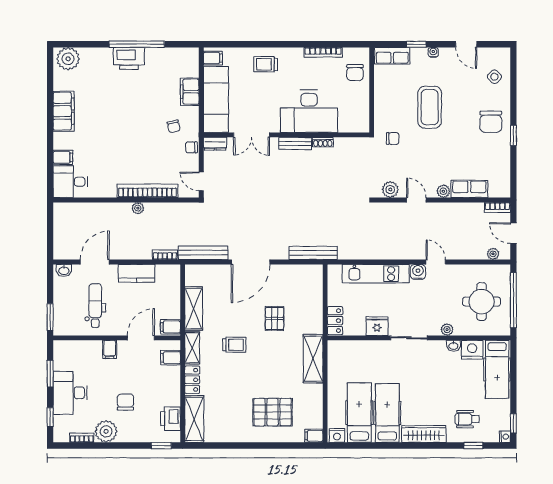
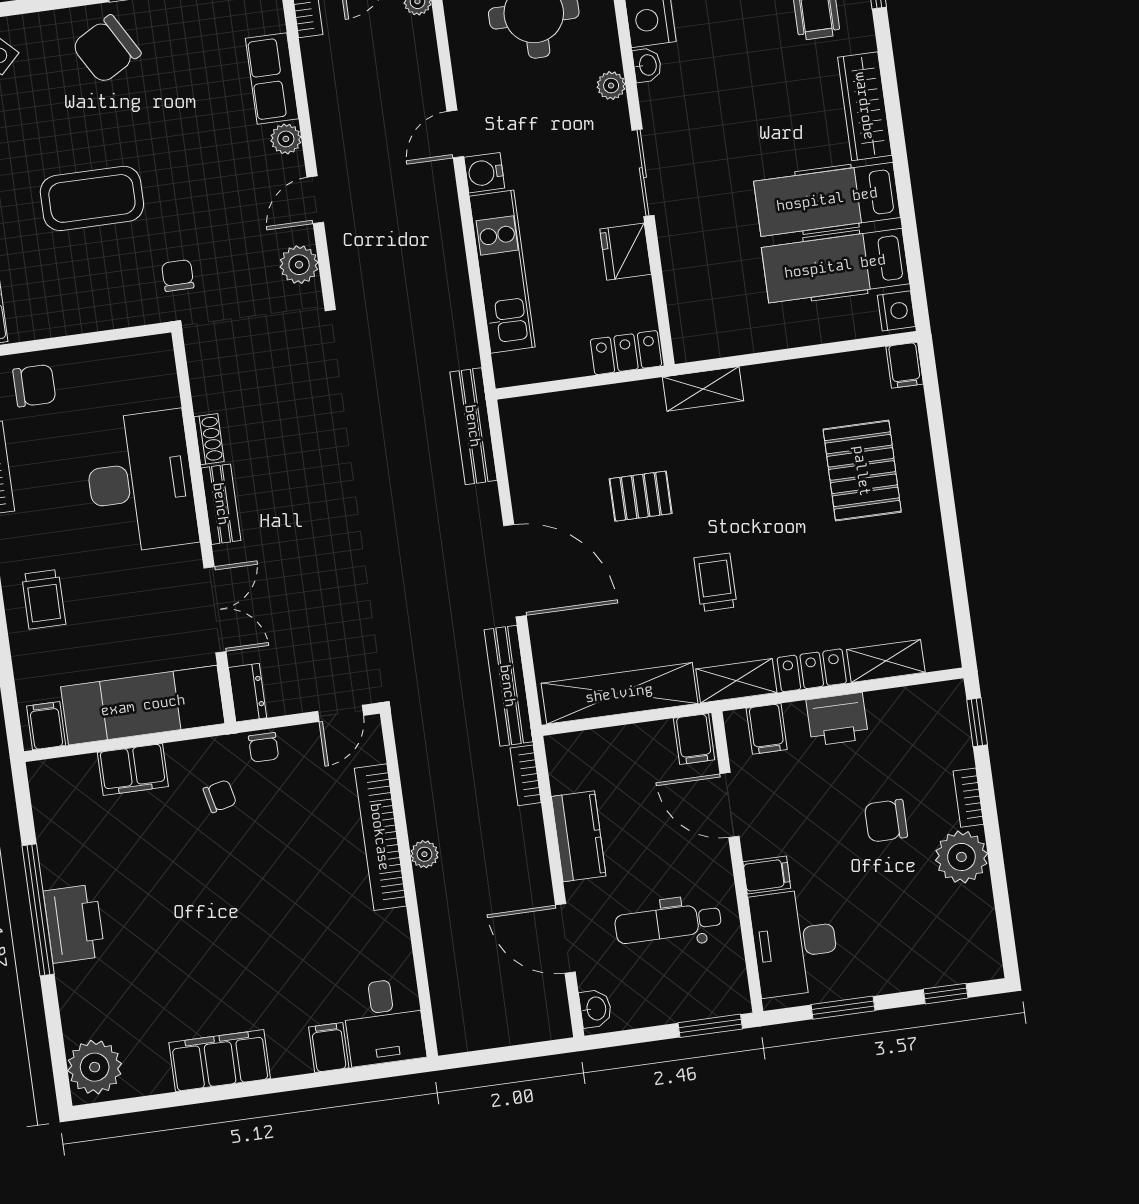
chair: (491, 122) -> (106, 49), turned 150
shelving: (194, 309) -> (619, 693), width x1.47
shelving: (313, 359) -> (703, 389), width x0.67, depth x0.75
desk: (70, 393) -> (795, 943), moved, turned 90
printer: (170, 419) -> (837, 719), moved
shelving: (194, 419) -> (886, 661), width x0.67, depth x0.75
bookcase: (82, 438) -> (968, 798), moved

